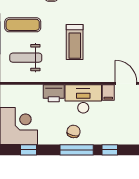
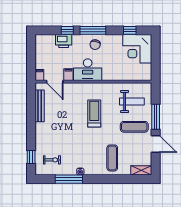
printer: (54, 93) -> (64, 41), moved, turned 180

